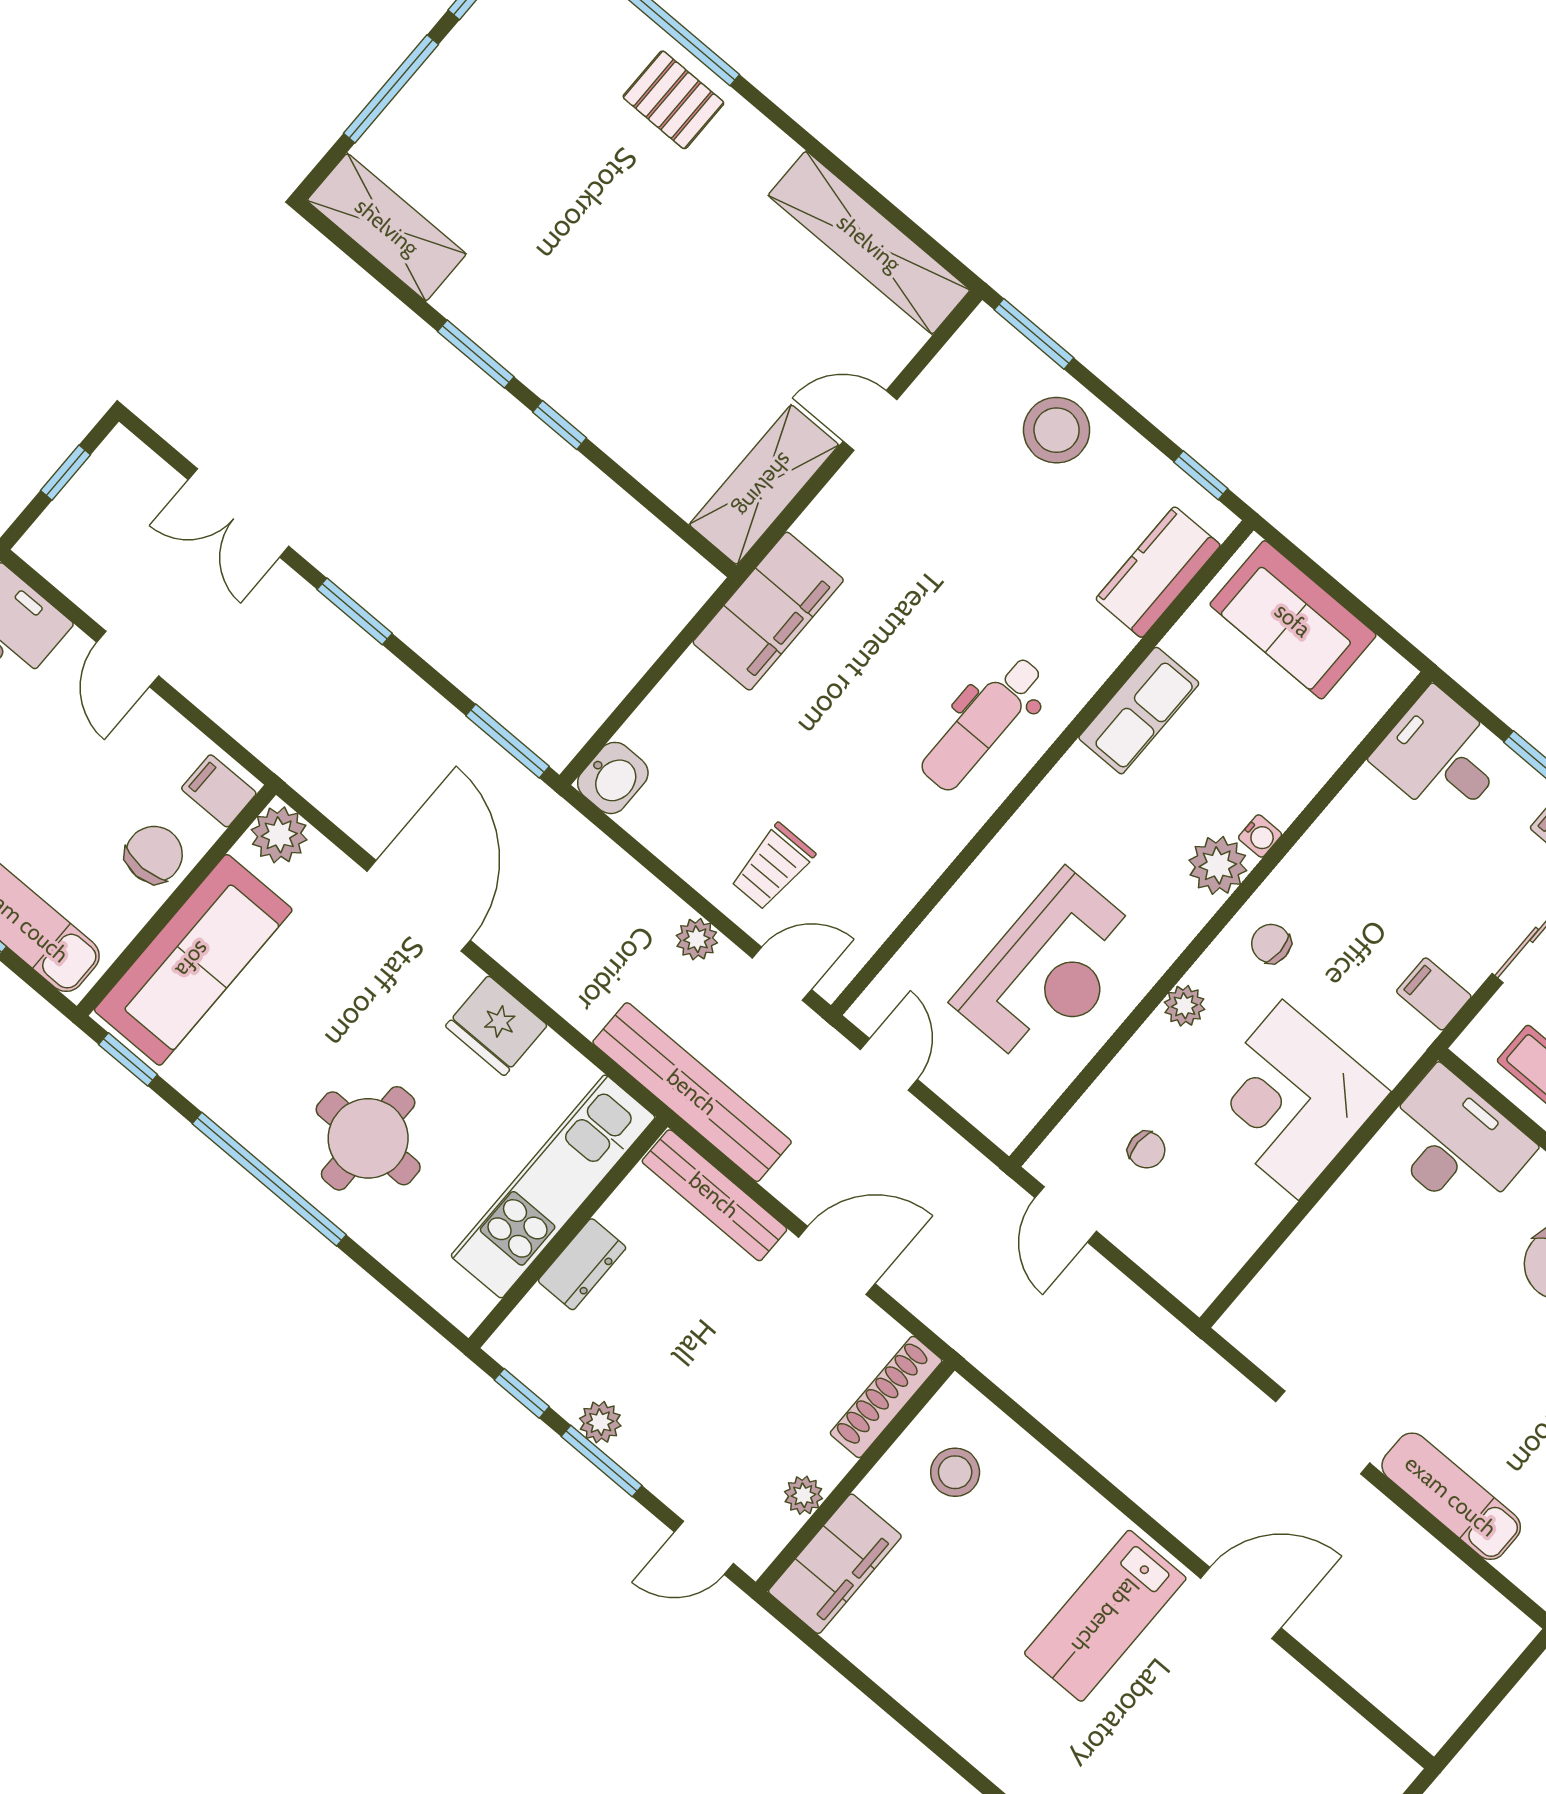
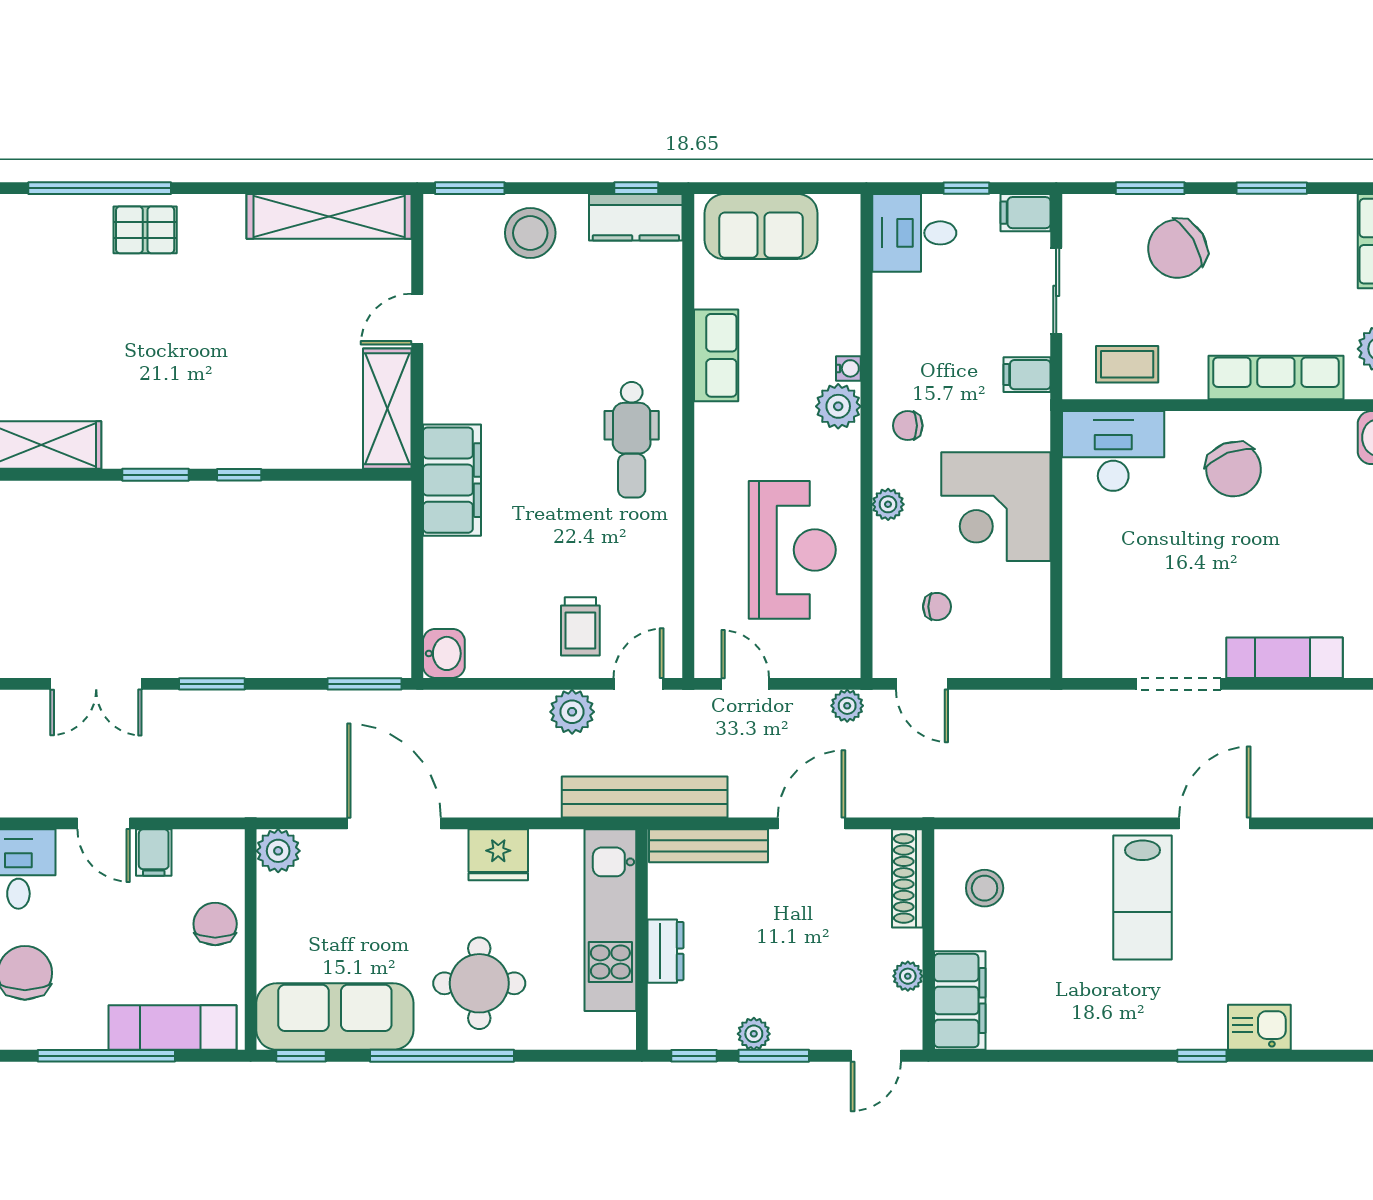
kitchen counter: (1158, 572) -> (636, 217), moved, turned -90
filing cabinet: (219, 791) -> (154, 853), moved, turned -90
plant: (697, 939) -> (572, 712), width x1.38, depth x1.38
sofa: (193, 960) -> (335, 1017), moved, turned -90
plant: (972, 1173) -> (847, 706), added

